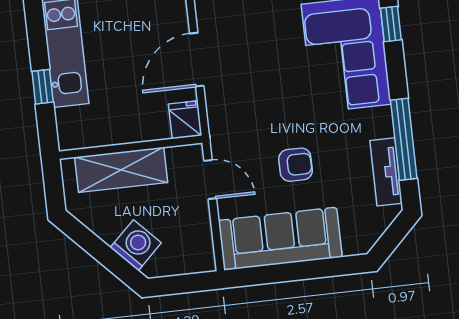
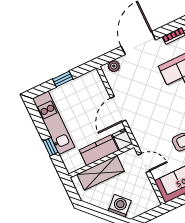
kitchen counter: (133, 125) -> (99, 150), added

